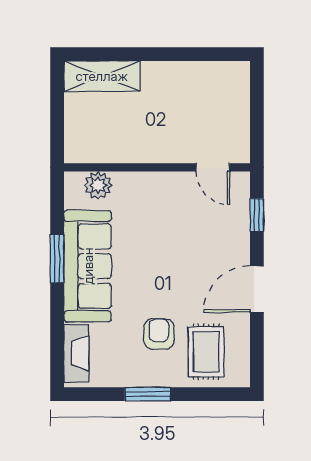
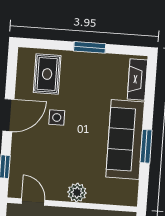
plant: (98, 185) -> (77, 193), moved
side table: (188, 291) -> (57, 117), added
armchair: (159, 334) -> (79, 89), removed

